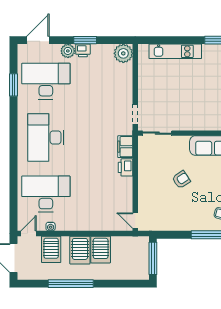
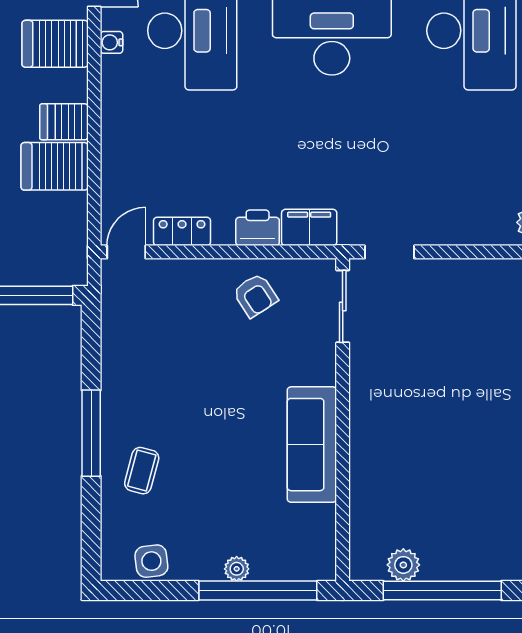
armchair: (181, 180) -> (255, 295), moved
locker: (127, 198) -> (182, 231), added
server rack: (80, 250) -> (64, 122), width x0.73, depth x0.70

